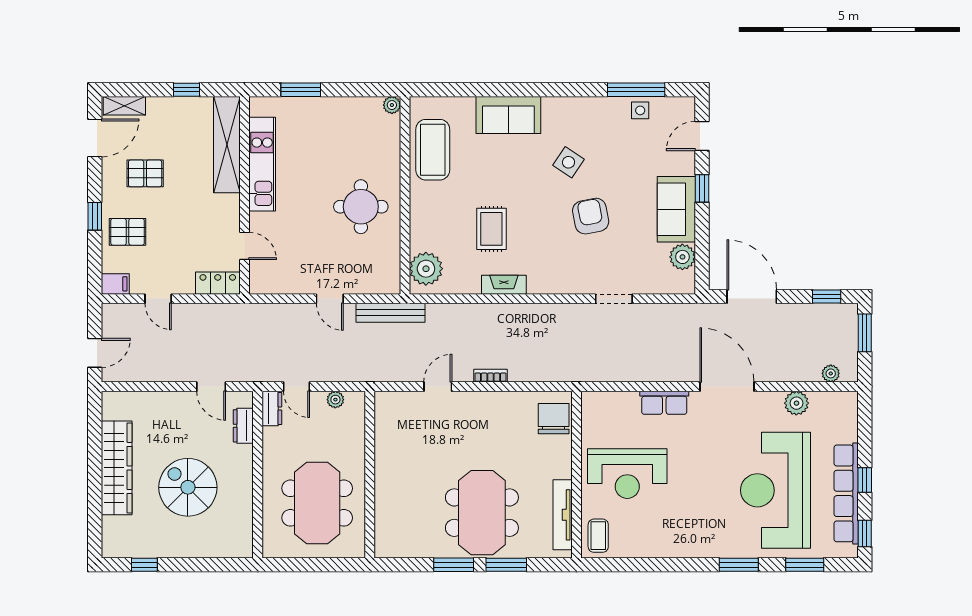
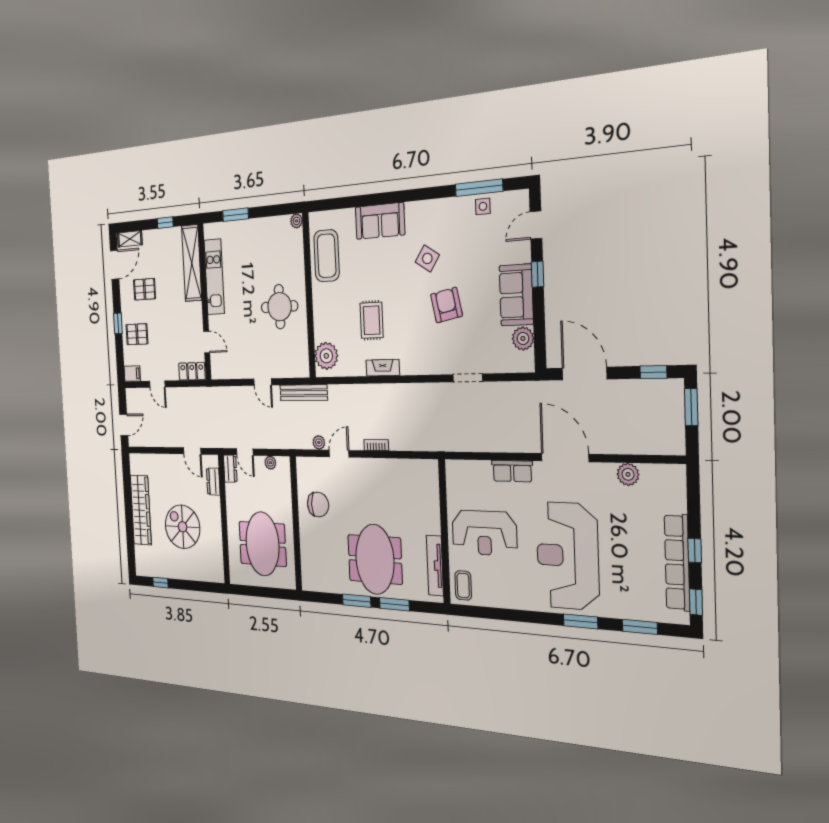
plant: (831, 373) -> (319, 442), moved
chair: (554, 419) -> (318, 505), moved, turned 90
reception desk: (776, 490) -> (568, 556), moved

